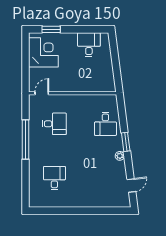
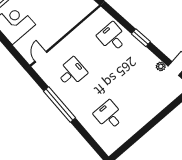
desk: (105, 124) -> (112, 37), turned 180
plant: (120, 156) -> (161, 66), moved

